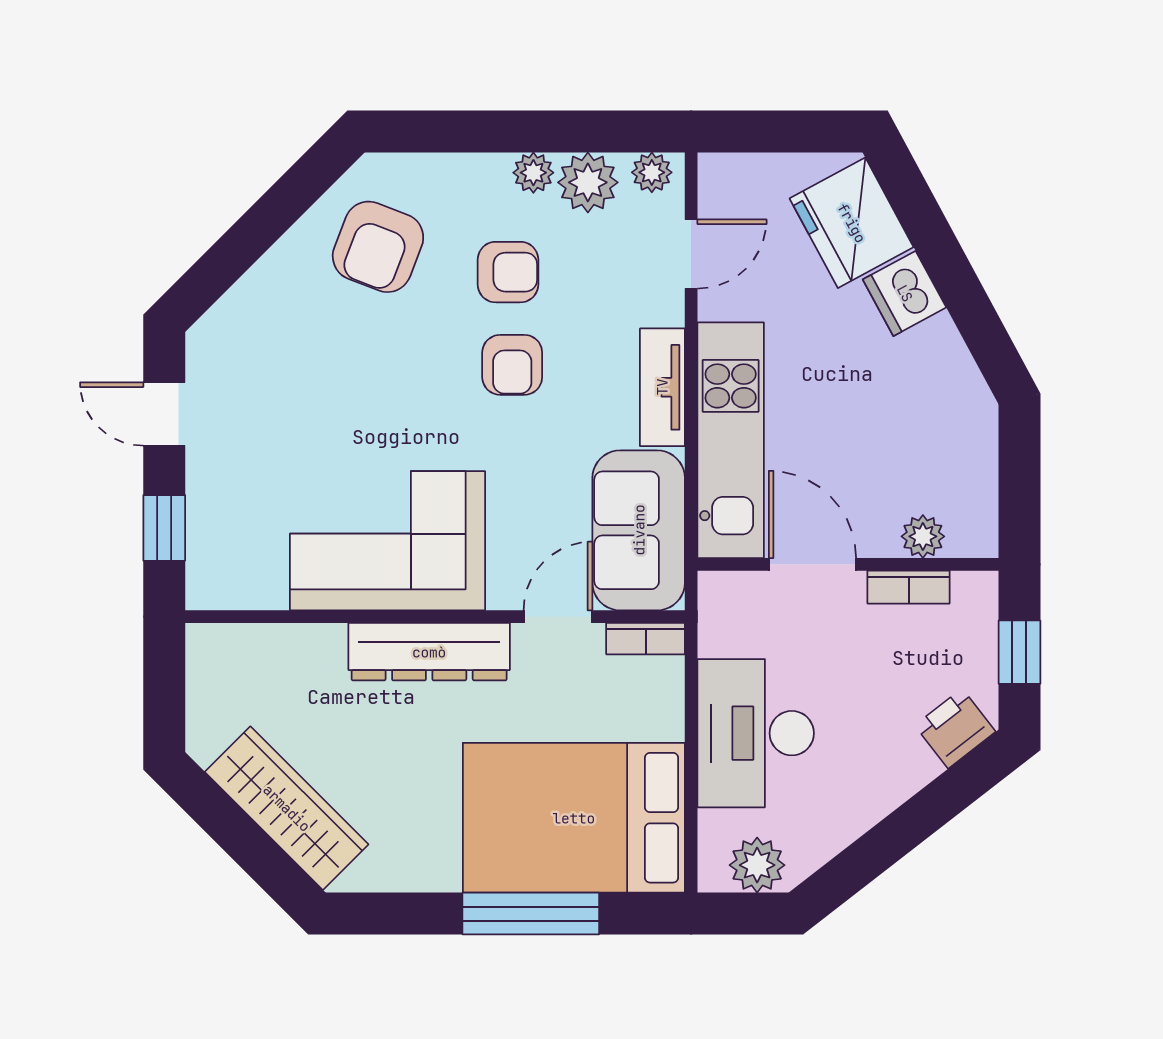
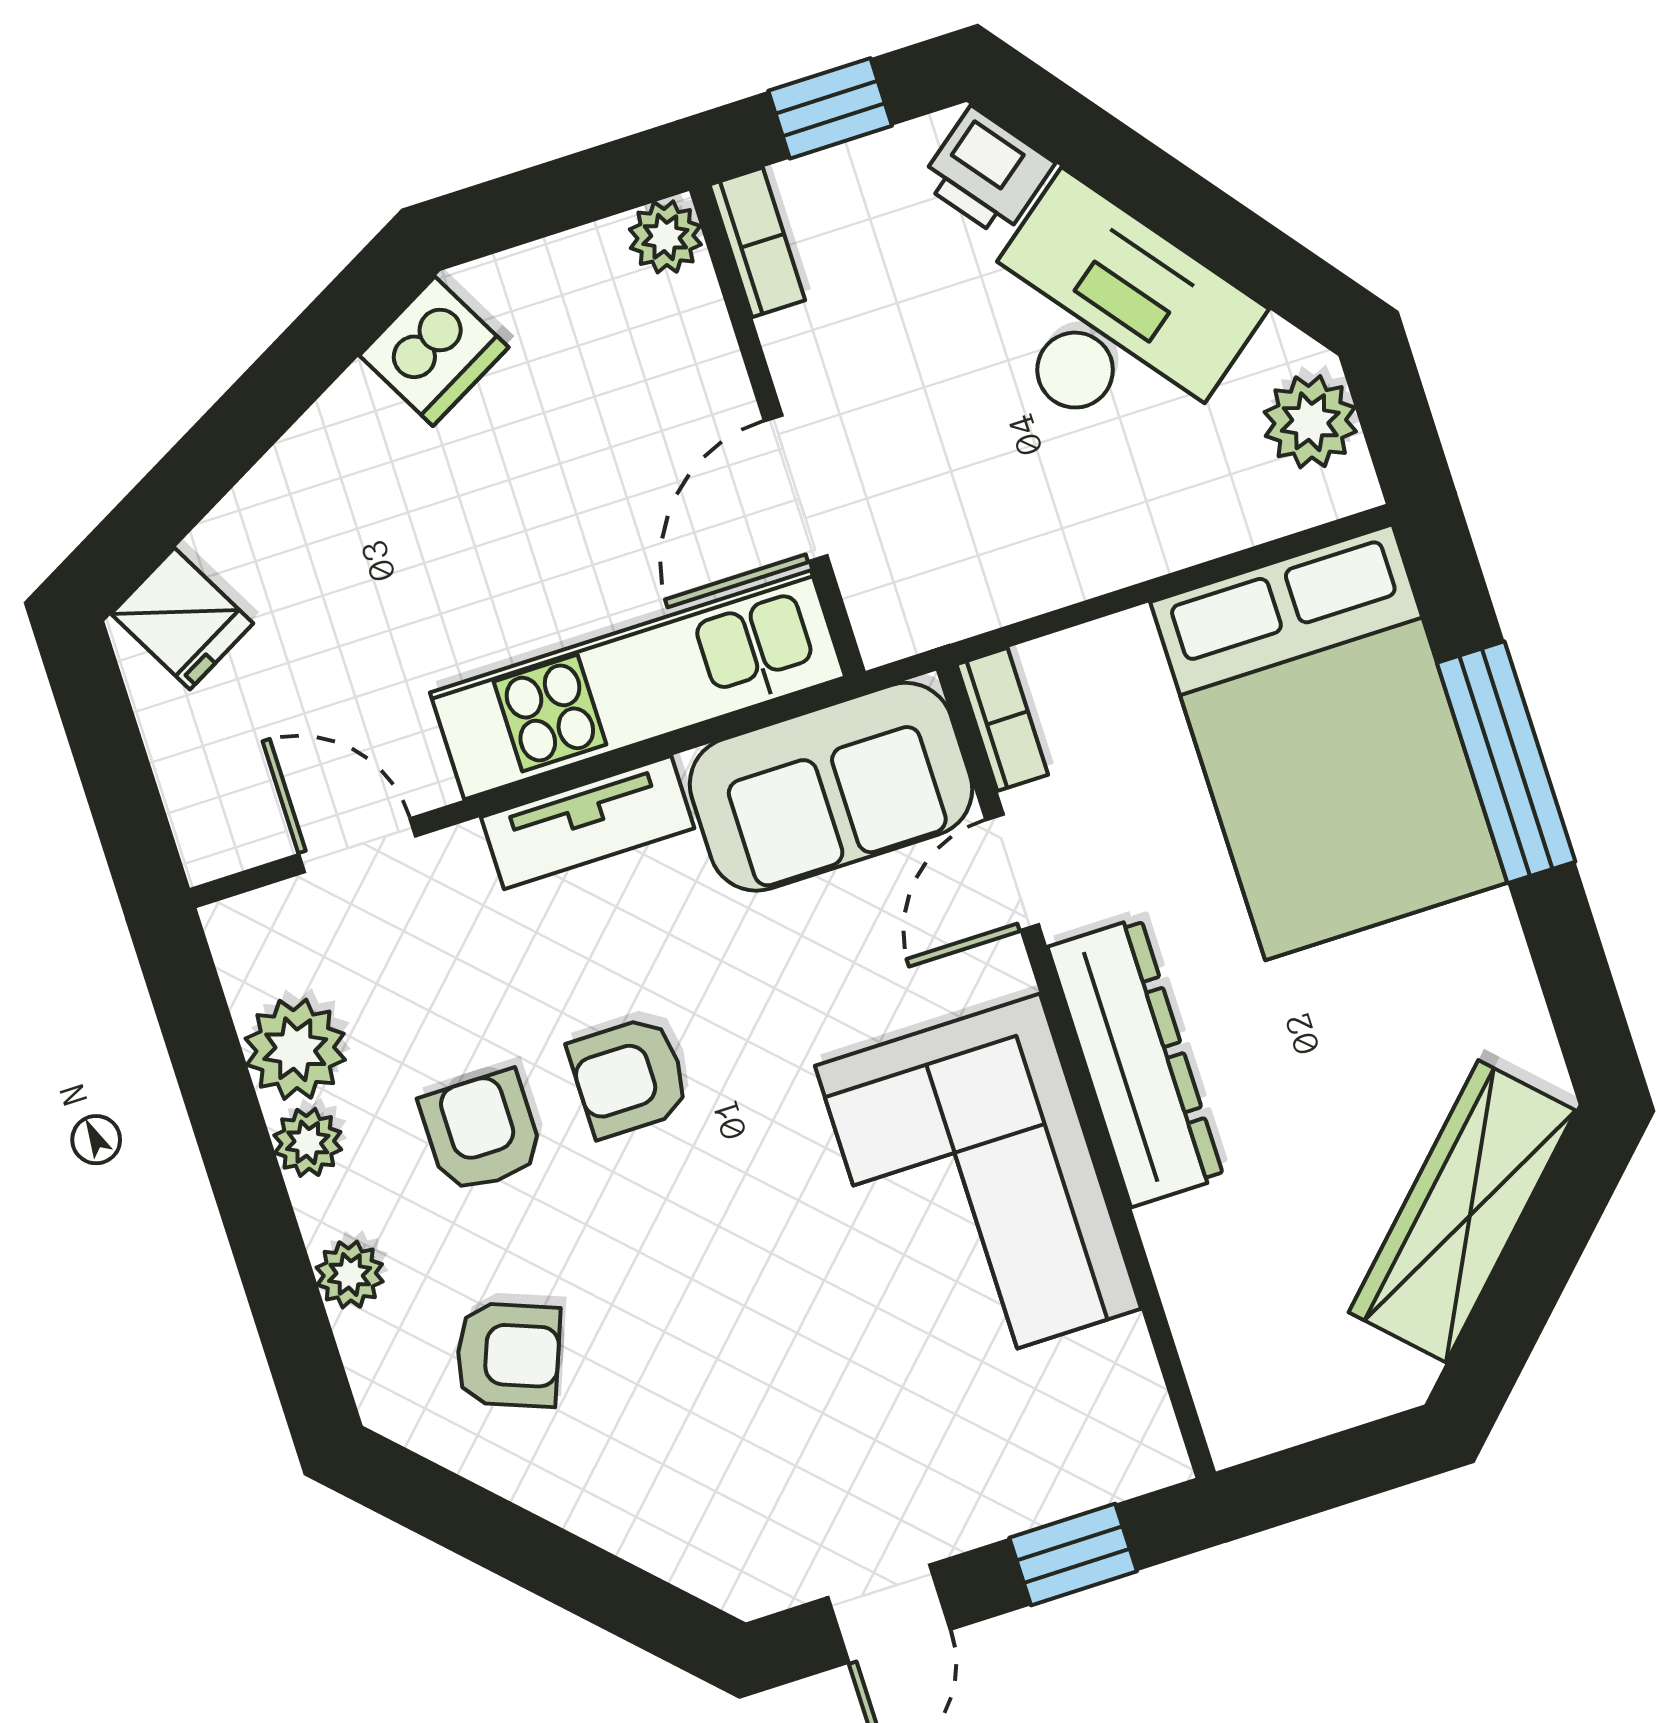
plant: (652, 172) -> (350, 1274), moved
fridge: (852, 223) -> (182, 619), width x0.53, depth x0.75
armchair: (378, 247) -> (508, 1355), width x0.72, depth x0.72
dishwasher: (905, 293) -> (434, 351), moved
armchair: (512, 365) -> (629, 1077), turned 180
plant: (923, 536) -> (665, 237), moved
bookcase: (909, 587) -> (757, 242), moved
door: (558, 617) -> (1012, 872), hinge flipped
desk: (756, 733) -> (1110, 319), moved, turned -128

